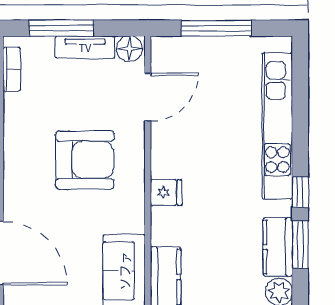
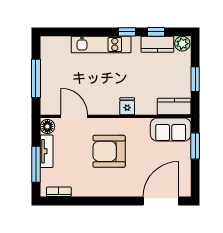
kitchen unit: (277, 126) -> (101, 45), width x0.73
armchair: (85, 160) -> (109, 151), turned -90
window: (300, 244) -> (156, 32), width x0.67

